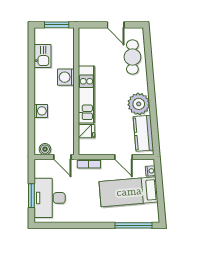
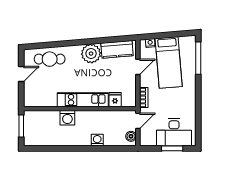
kitchen sink: (43, 56) -> (49, 138), removed

